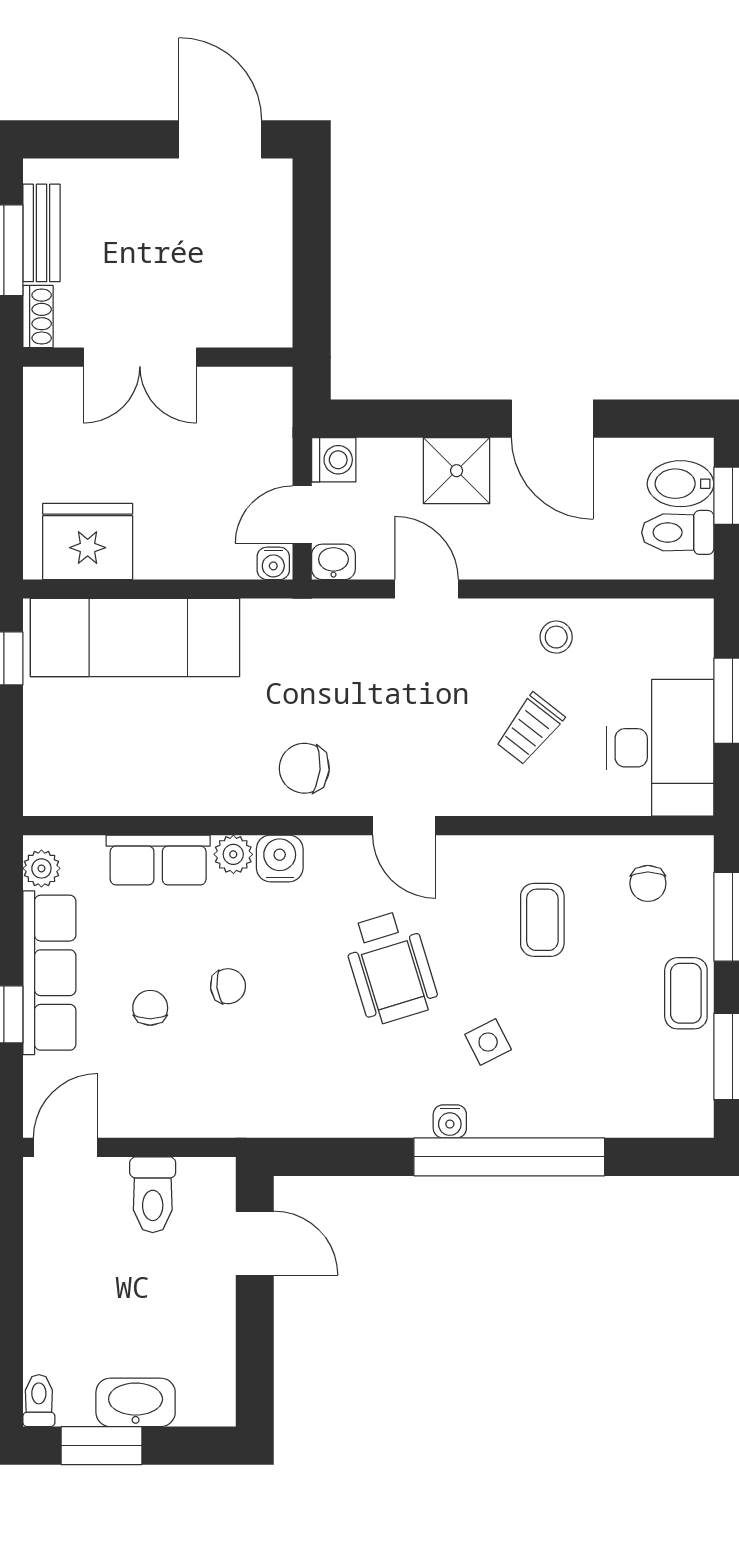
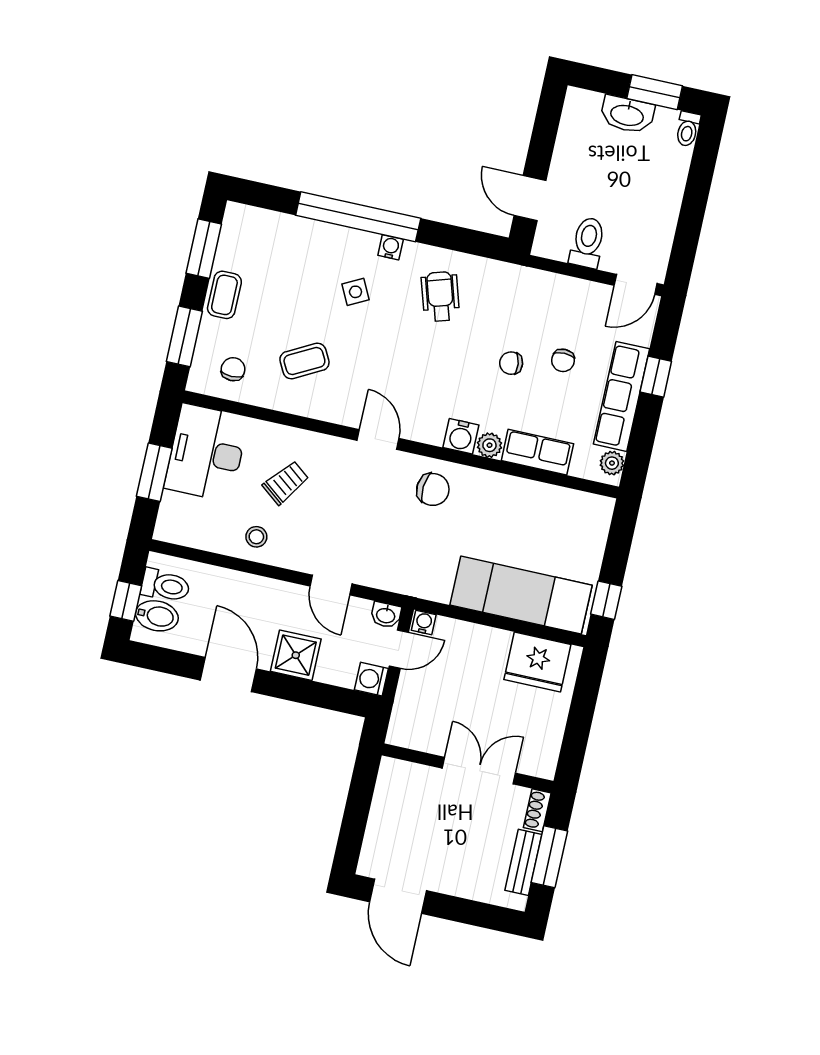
coffee table: (542, 920) -> (304, 361), turned 62
wheelchair: (390, 967) -> (440, 296), moved, width x0.73, depth x0.73

